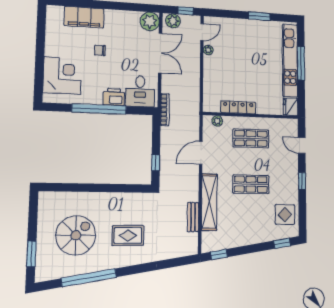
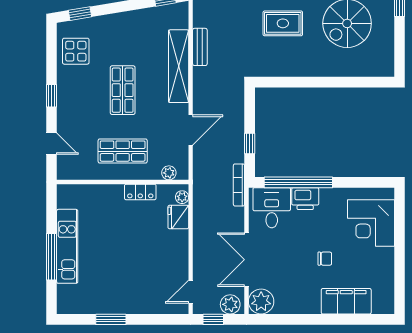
plant: (208, 50) -> (182, 197), moved
kitchen unit: (290, 61) -> (67, 246), width x0.73
locker: (238, 107) -> (140, 192), width x0.66
fridge: (291, 107) -> (178, 217), moved, turned 180
window: (99, 109) -> (298, 182), moved
window: (156, 163) -> (250, 144), moved
shop shelf: (251, 184) -> (123, 90), turned 90

